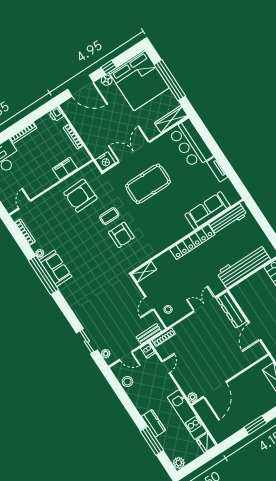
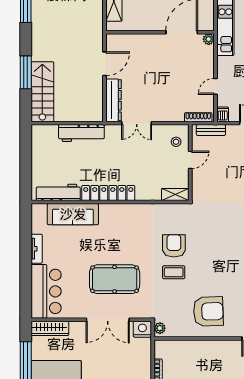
filing cabinet: (65, 169) -> (187, 348), removed
plant: (93, 170) -> (160, 328), added
armchair: (80, 196) -> (208, 311), moved
workbench: (244, 266) -> (81, 133), width x0.73, depth x0.76

